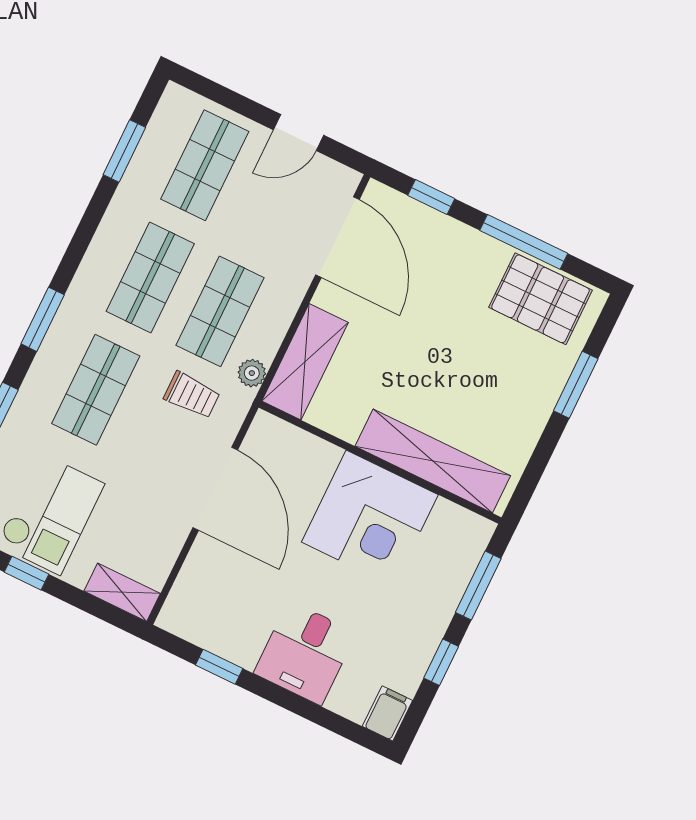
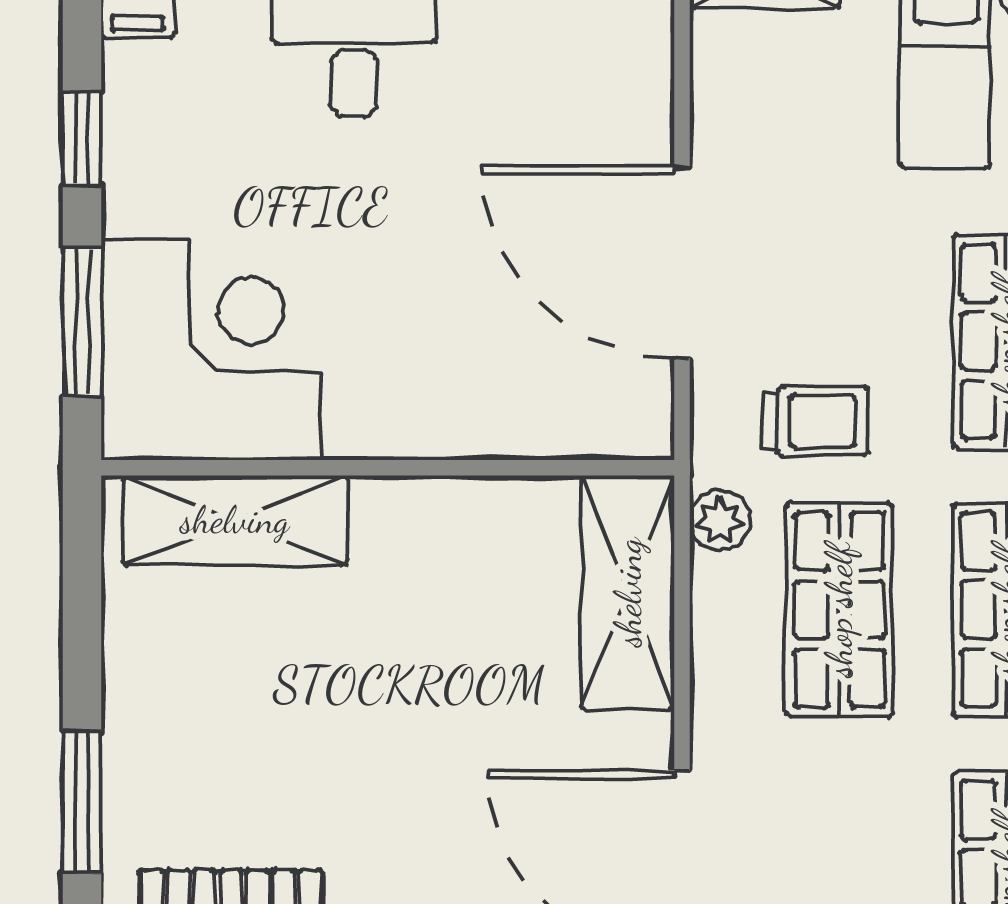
trolley: (192, 395) -> (815, 421), turned 180
shelving: (433, 461) -> (235, 520), width x0.68
corner desk: (370, 518) -> (211, 350), moved, turned 90

